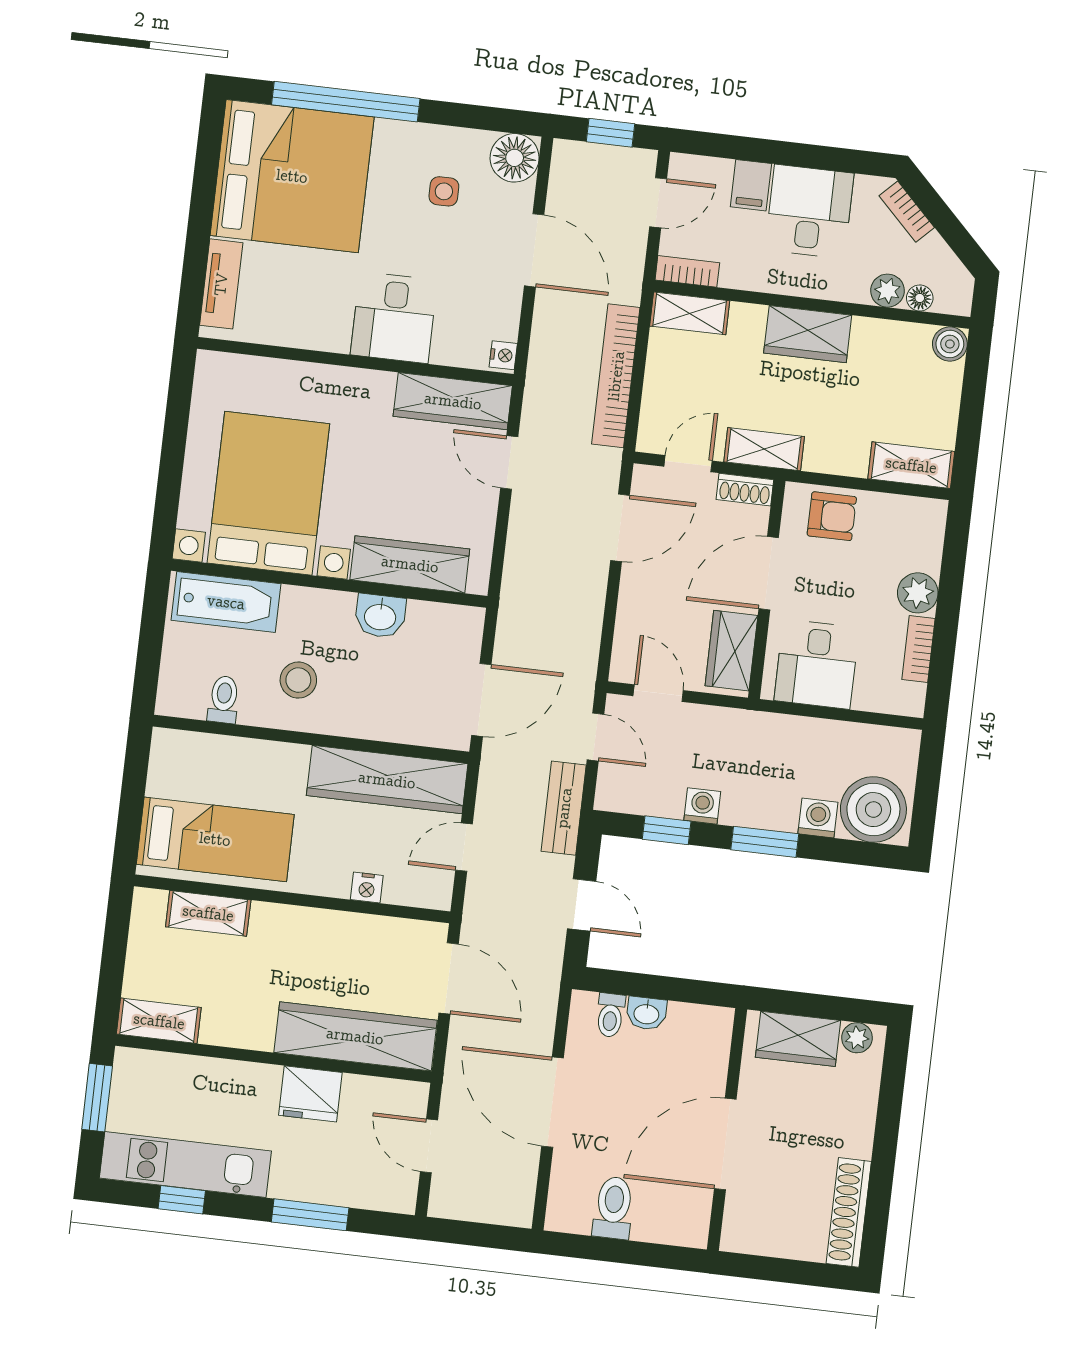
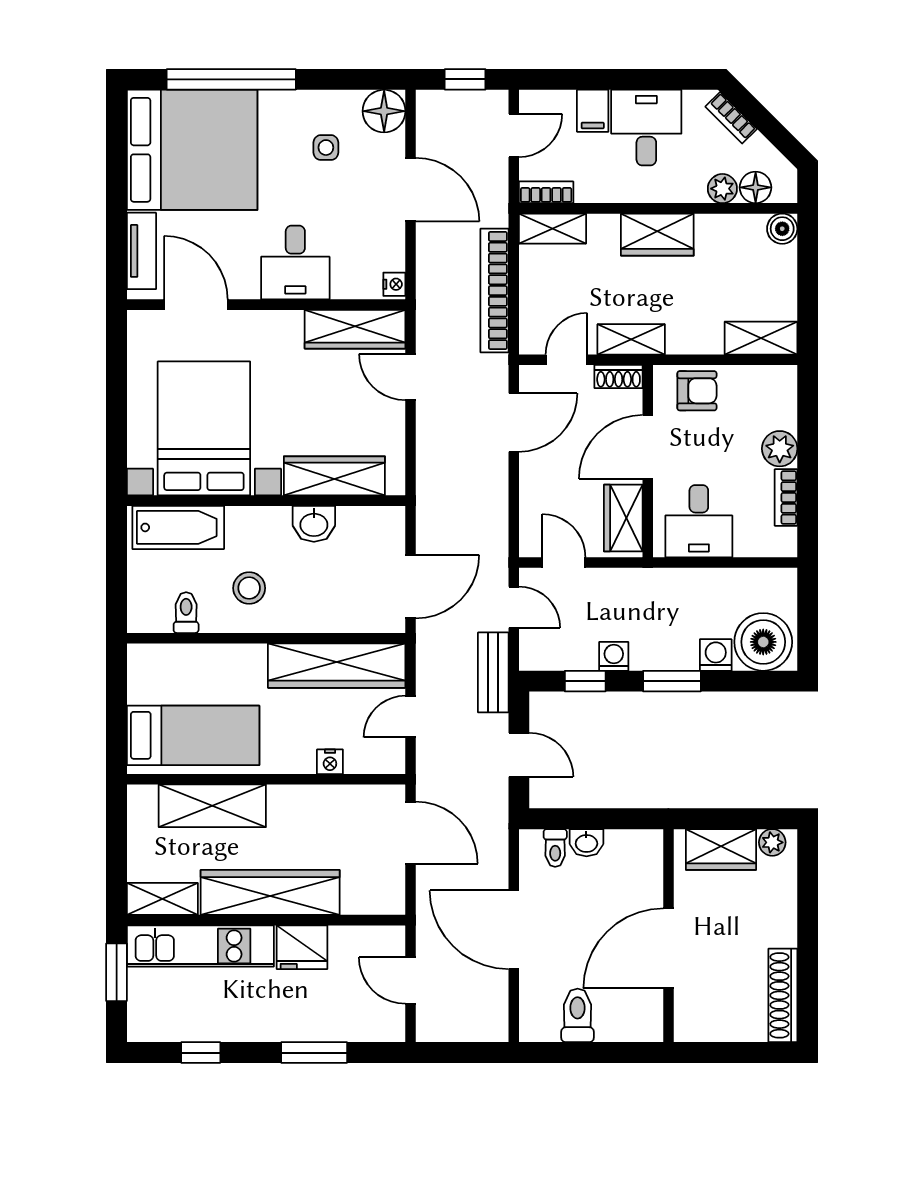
floor lamp: (920, 298) -> (756, 187), width x1.37, depth x1.37
door: (276, 352) -> (196, 305), added
shelving: (208, 913) -> (212, 806), width x1.50, depth x1.33
wardrobe: (355, 1036) -> (270, 892), moved
kitchen unit: (185, 1165) -> (200, 946), moved, turned 180

